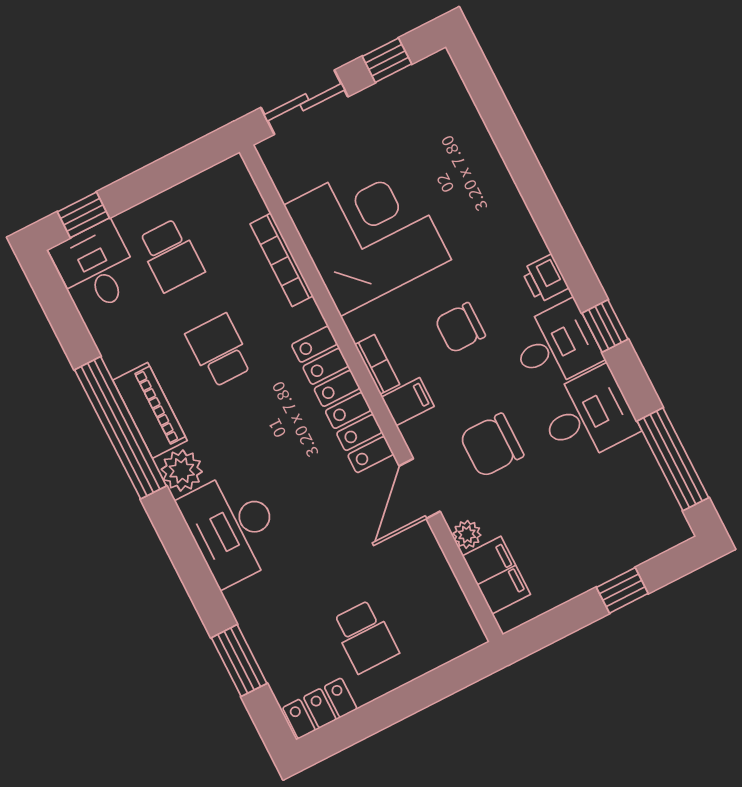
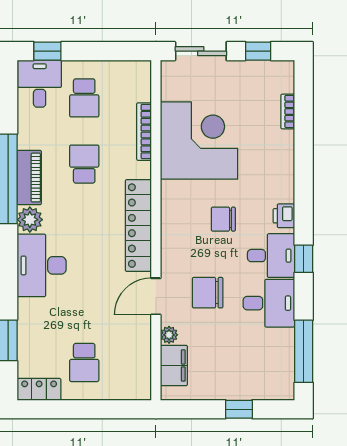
bookcase: (377, 364) -> (288, 111), moved, turned 180
filing cabinet: (408, 402) -> (174, 245), removed

